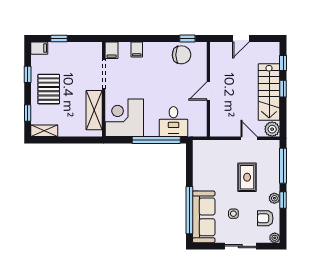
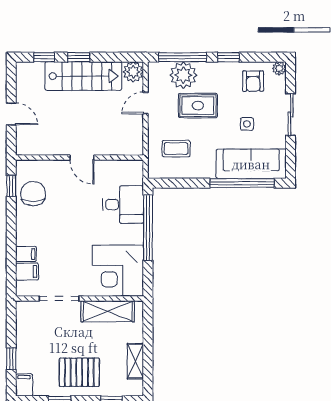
filing cabinet: (112, 50) -> (27, 272), moved
shelving: (44, 131) -> (135, 361), moved
coffee table: (215, 161) -> (176, 149), added
plant: (274, 198) -> (183, 75), moved, width x1.87, depth x1.87

